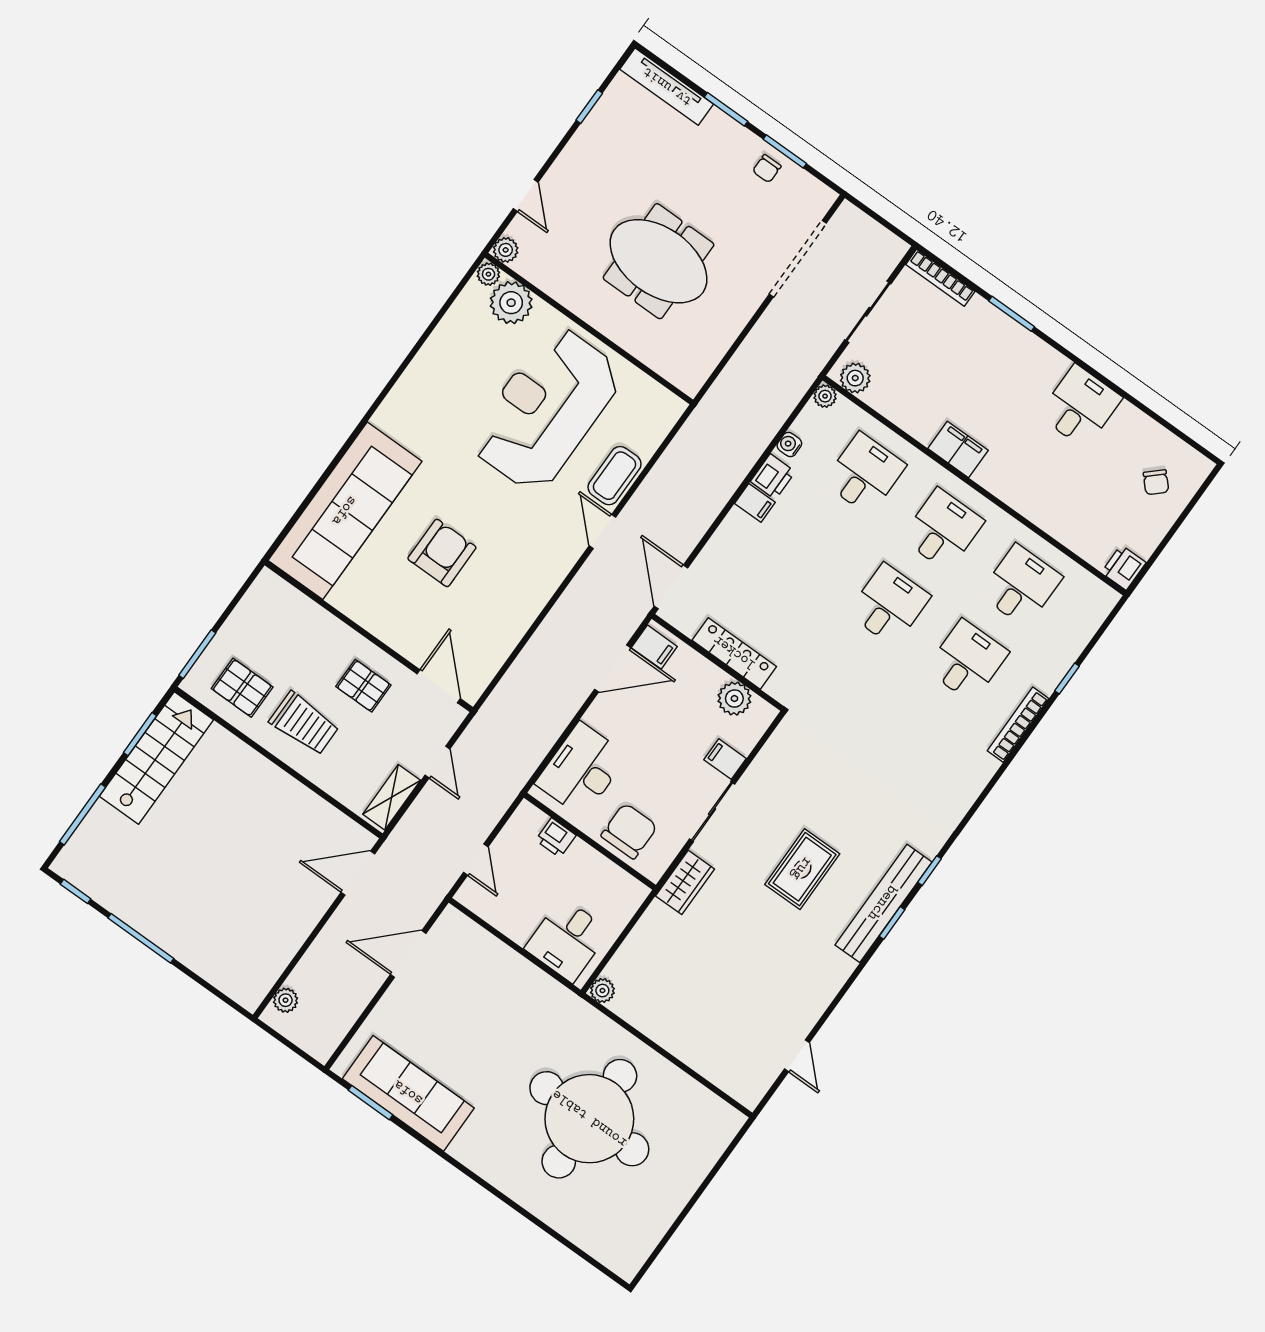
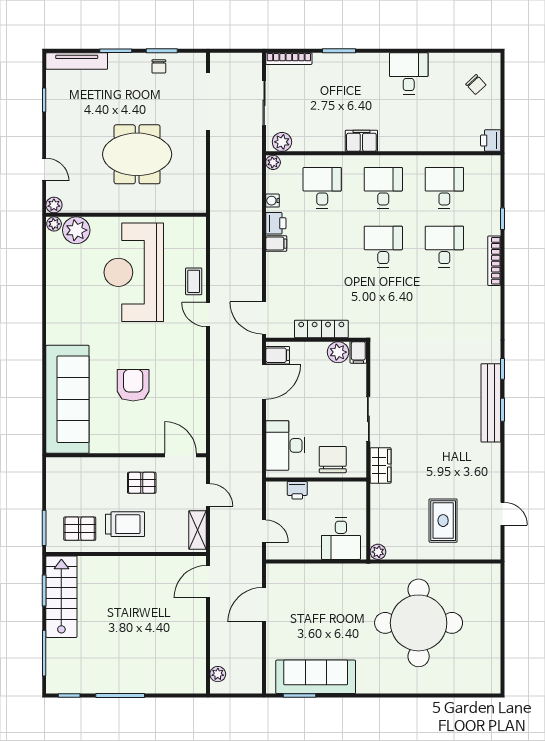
coffee table: (615, 476) -> (194, 281), width x0.73, depth x0.77
filing cabinet: (725, 759) -> (358, 352), moved, turned -90
rug: (802, 869) -> (443, 521), moved

